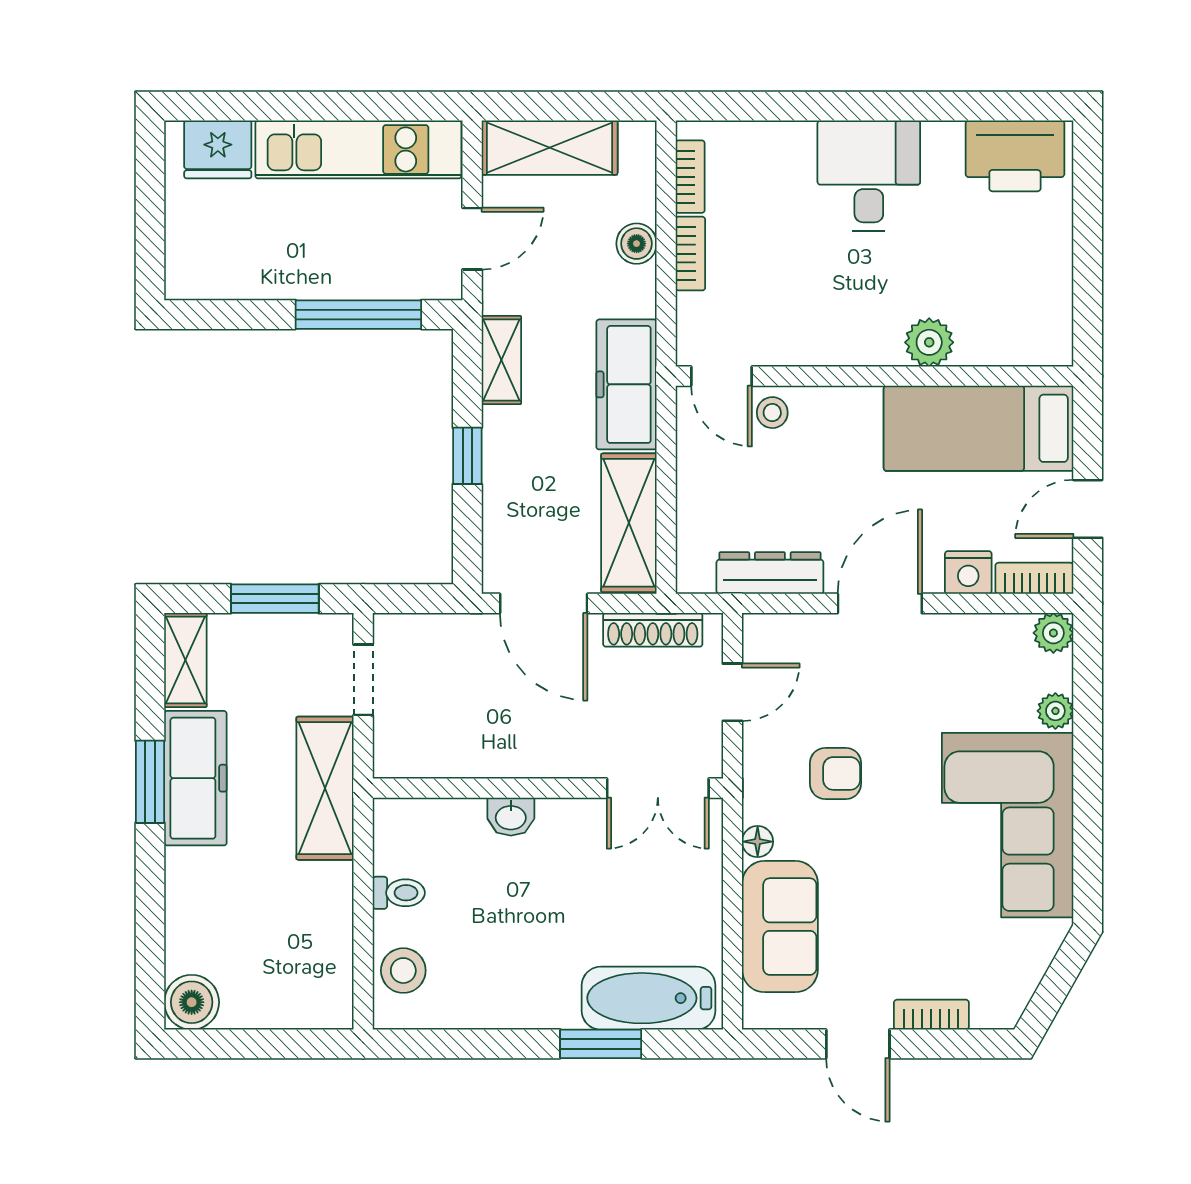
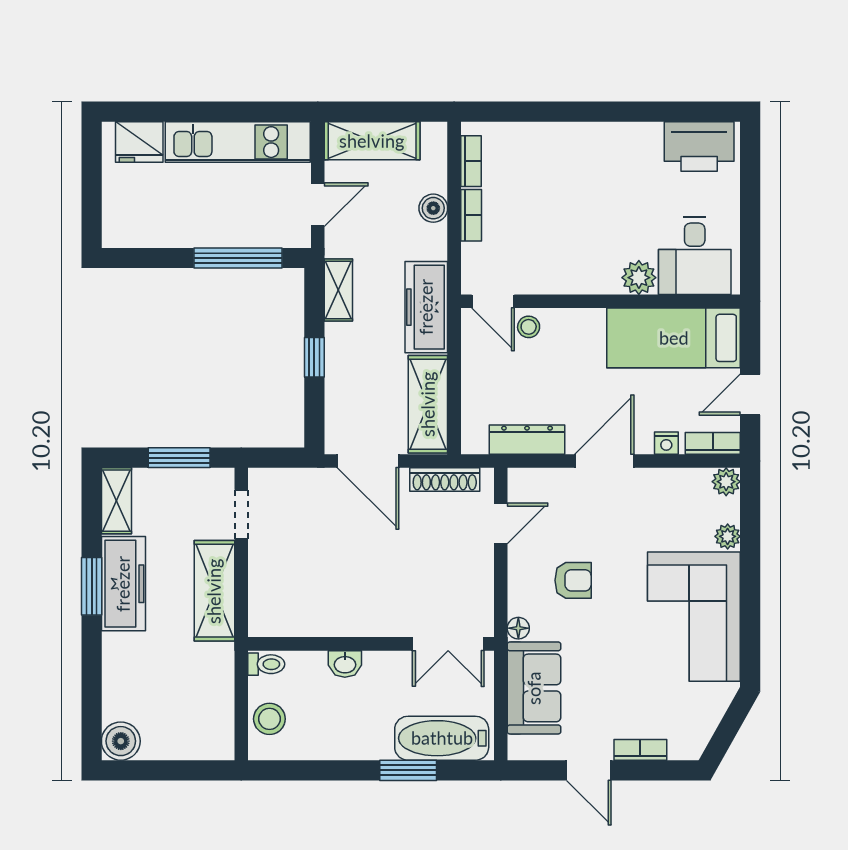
desk: (869, 176) -> (695, 256), moved, turned 180
nightstand: (968, 572) -> (666, 443), width x0.72, depth x0.74
wall: (548, 788) -> (371, 644), moved
double door: (658, 788) -> (448, 644), moved
washbasin: (511, 817) -> (345, 664), moved

